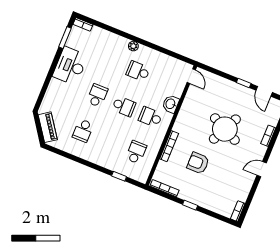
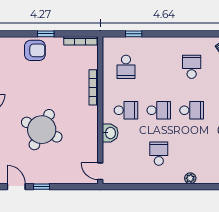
plant: (133, 46) -> (190, 178), moved
school desk: (138, 71) -> (159, 154), turned -90
school desk: (97, 96) -> (192, 110), turned -90
school desk: (124, 106) -> (159, 110), turned 180
armchair: (198, 163) -> (35, 50), moved

